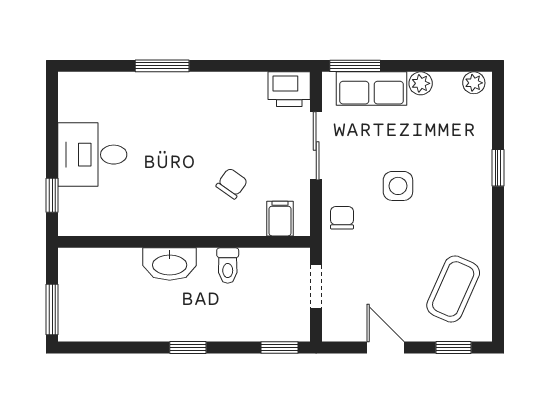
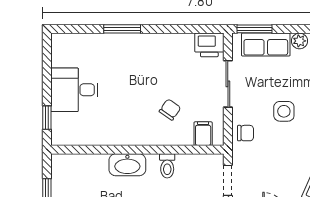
chair: (342, 218) -> (246, 133), turned 90

